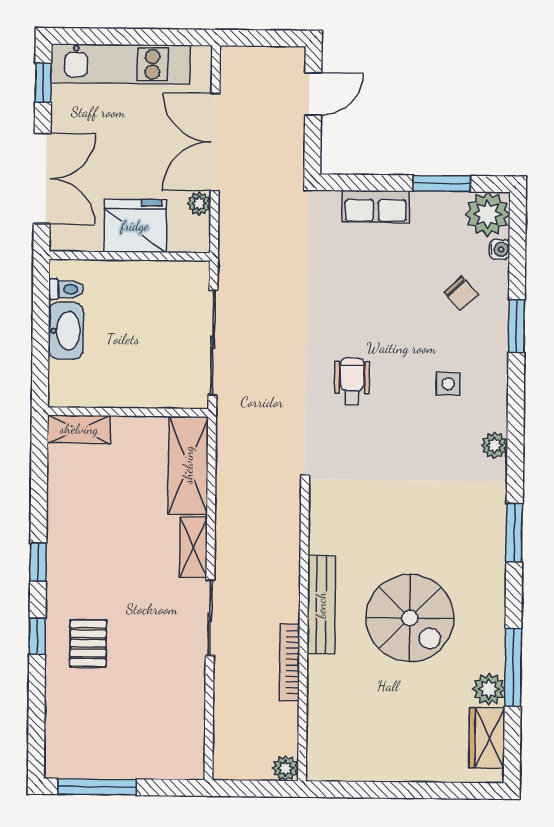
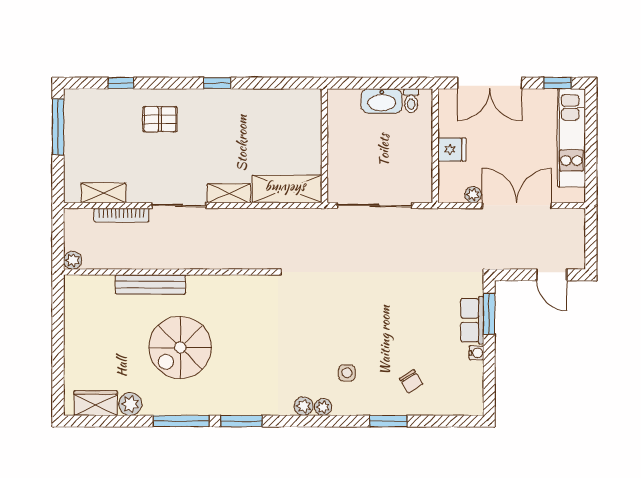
window: (442, 183) -> (489, 314), moved
plant: (487, 214) -> (323, 407), moved, width x0.53, depth x0.53
fridge: (135, 226) -> (452, 150), width x0.53, depth x0.75
water cooler: (500, 249) -> (476, 353), moved, turned -90
chair: (461, 293) -> (411, 381), turned -80
wheelchair: (352, 381) -> (348, 305), removed
shelving: (79, 429) -> (103, 193), moved, turned 90
bench: (321, 605) -> (150, 284), moved
window: (37, 636) -> (121, 83), moved
bookcase: (290, 662) -> (121, 215), moved, turned 180
window: (513, 667) -> (181, 421), moved

